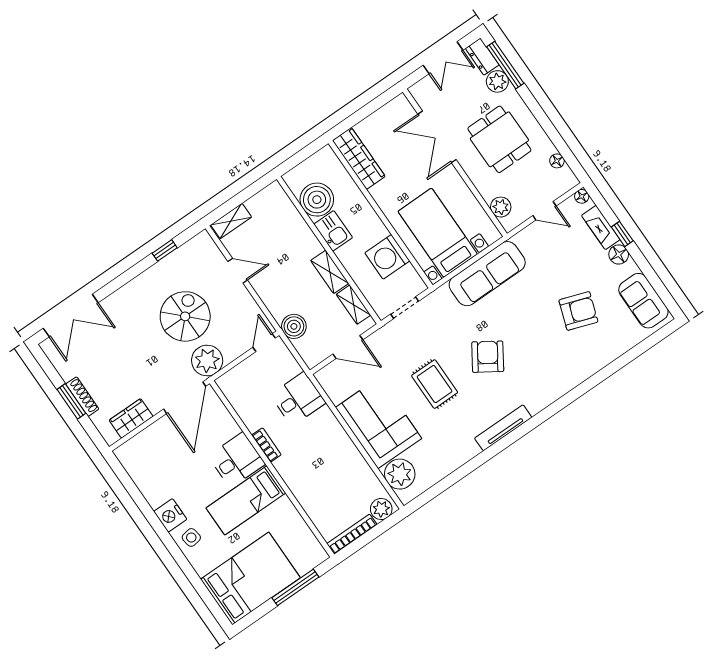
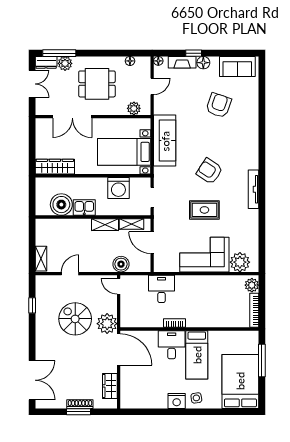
door: (348, 347) -> (152, 243), swing flipped

